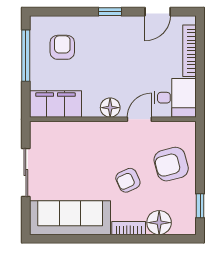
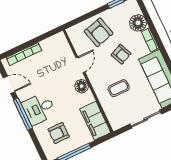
window: (110, 12) -> (23, 114), width x2.17
desk: (175, 98) -> (39, 109), moved, turned -90
door: (139, 119) -> (80, 65), swing flipped
coffee table: (84, 156) -> (119, 88), added

